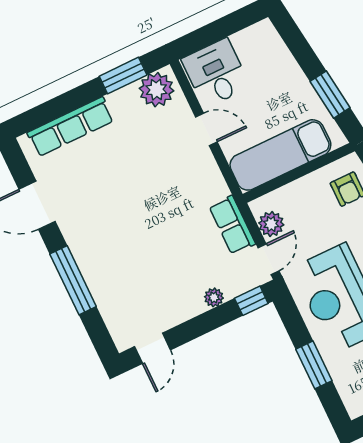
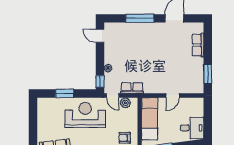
desk: (216, 73) -> (192, 128), moved
plant: (156, 90) -> (196, 84), removed
row of seats: (71, 127) -> (198, 45), width x0.68

